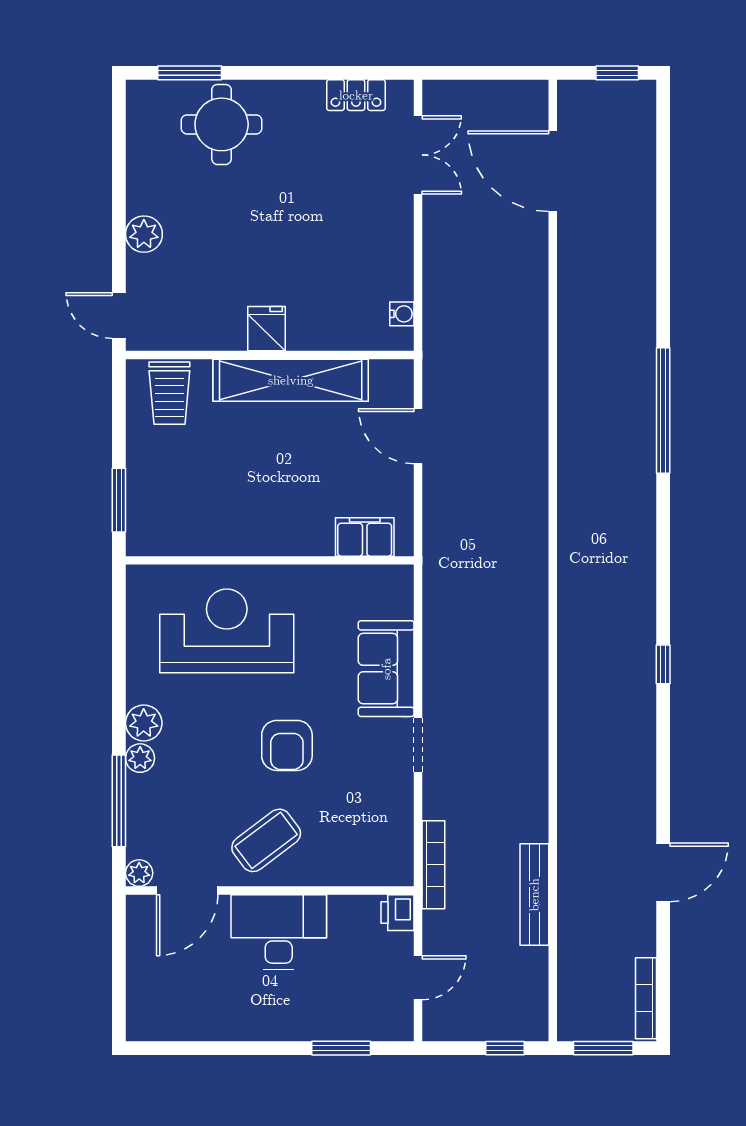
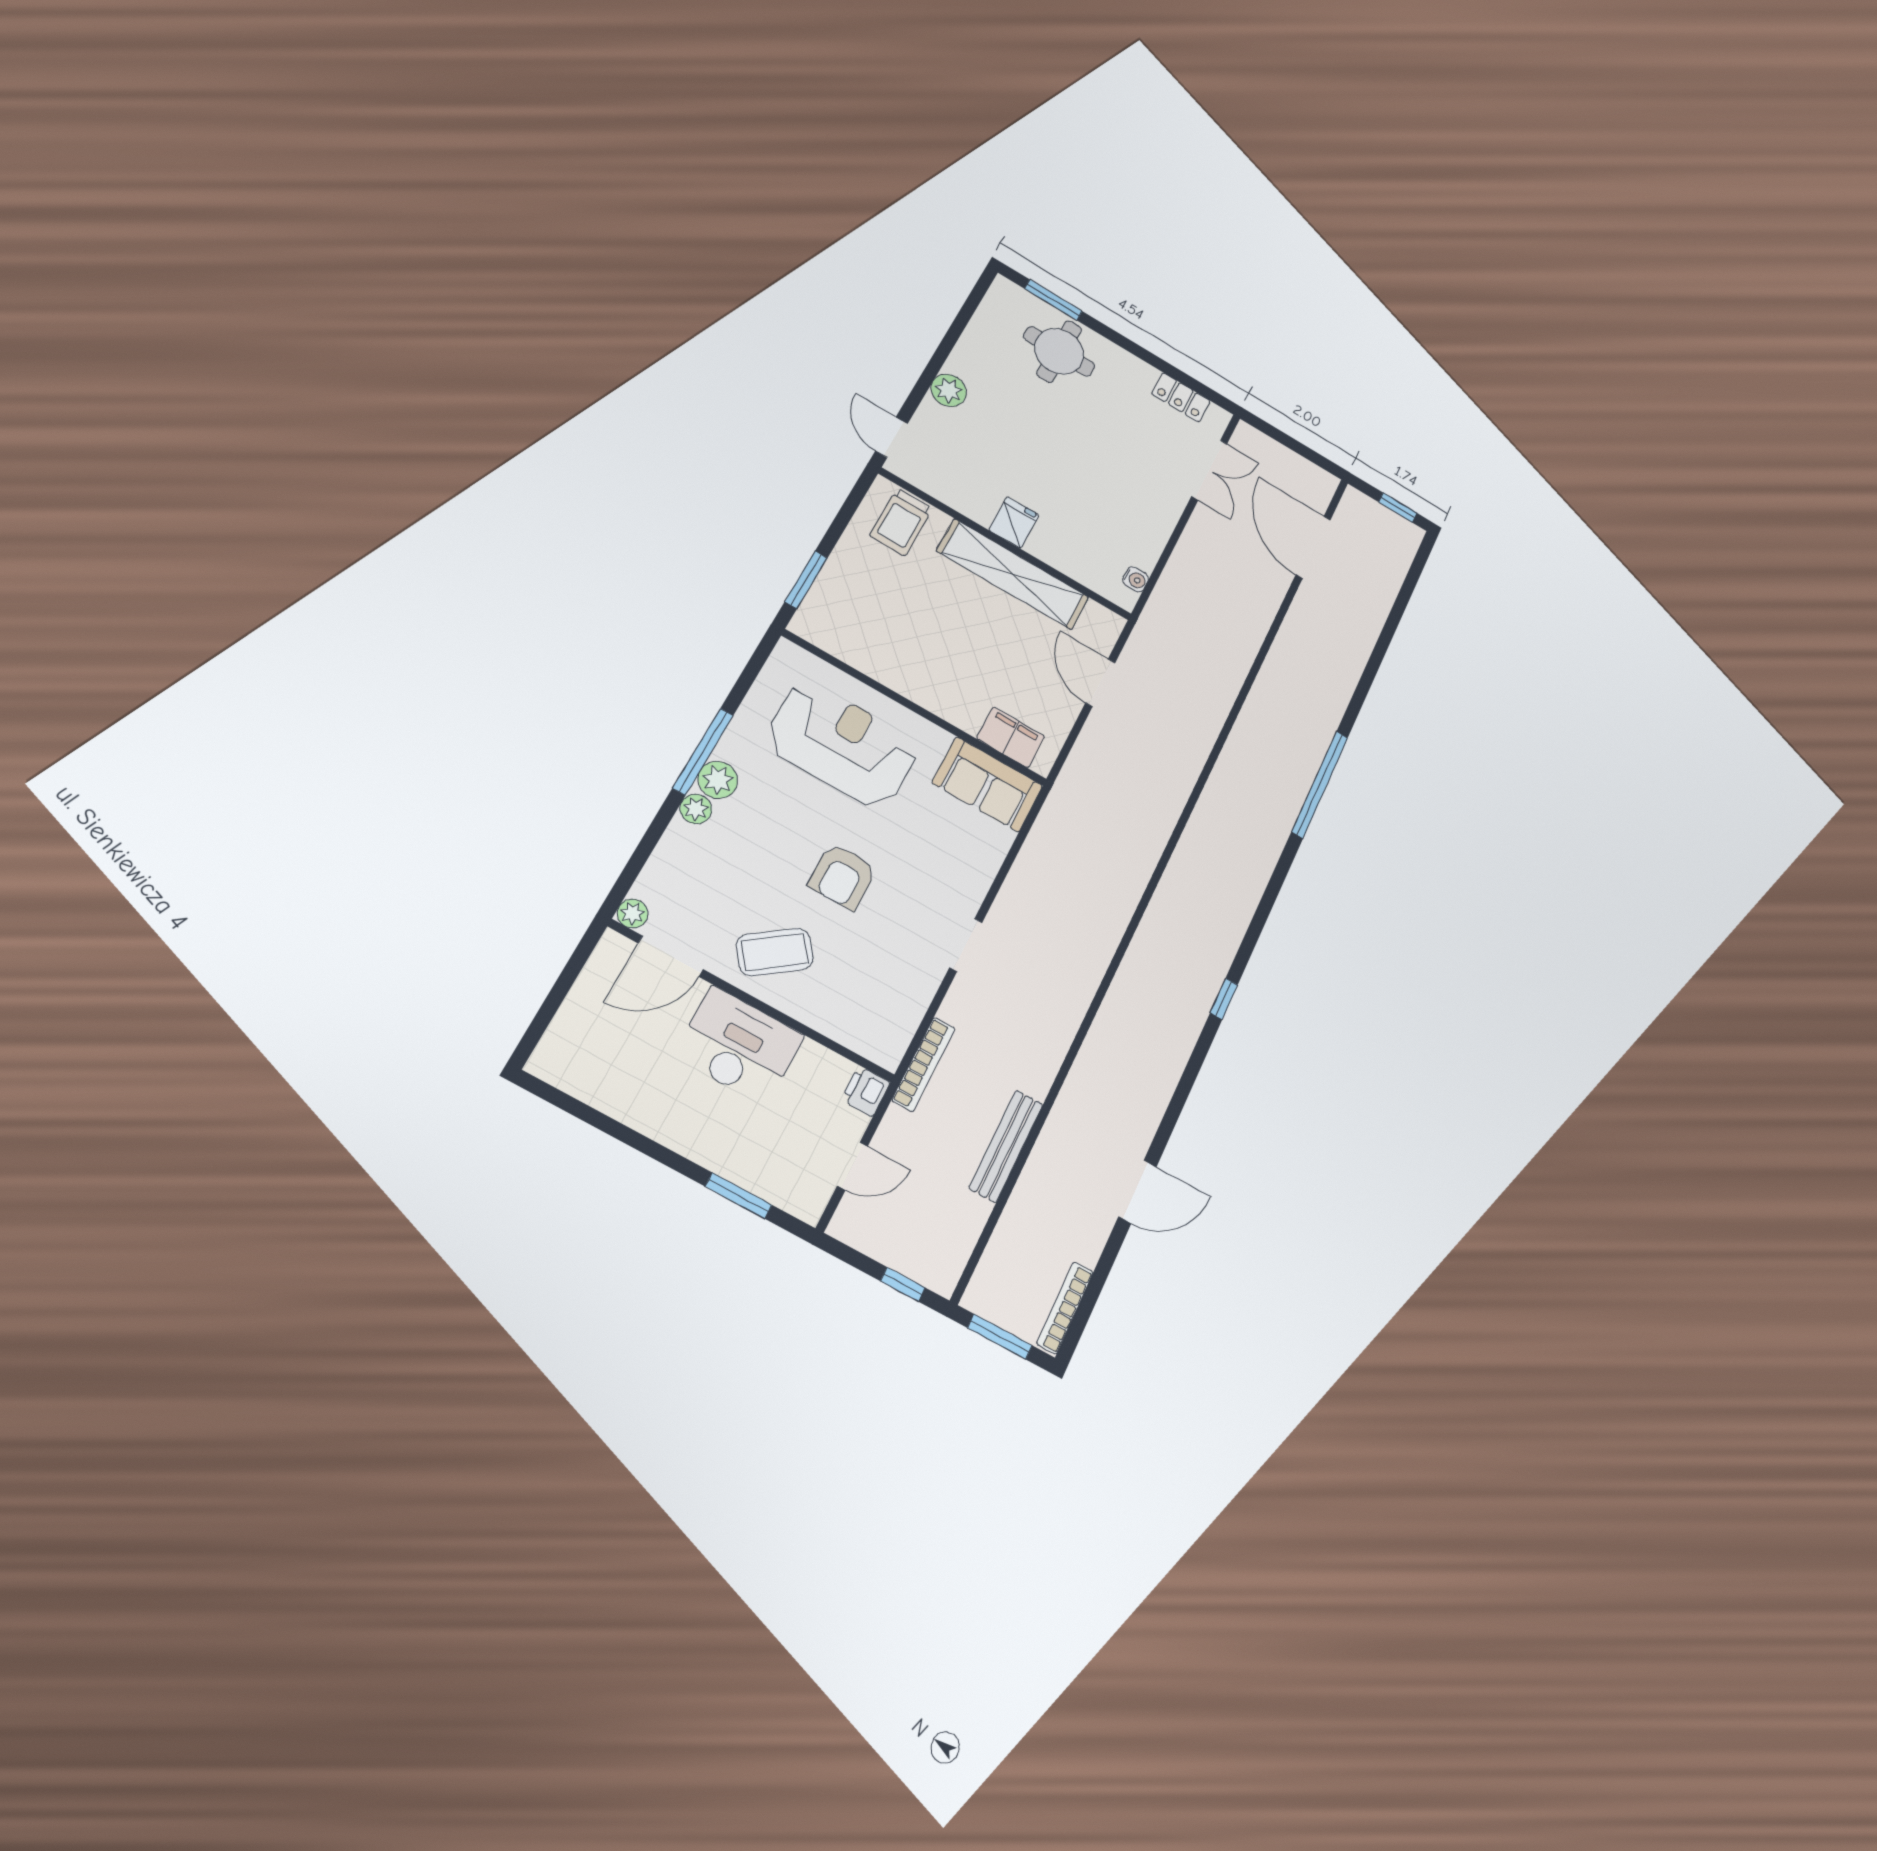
sofa: (386, 669) -> (987, 784), moved, turned -90
window: (119, 801) -> (703, 752), moved

